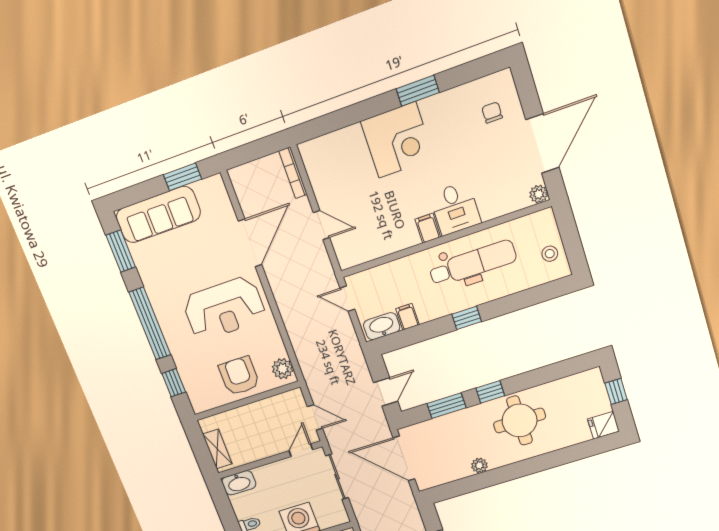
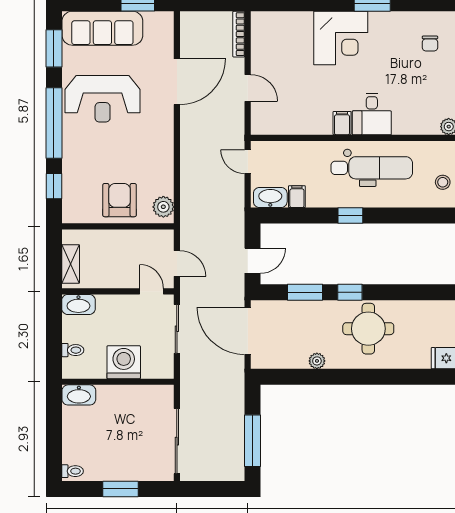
chair: (492, 113) -> (430, 44), turned 180
reception desk: (224, 309) -> (103, 99), moved
door: (301, 450) -> (152, 291), hinge flipped

